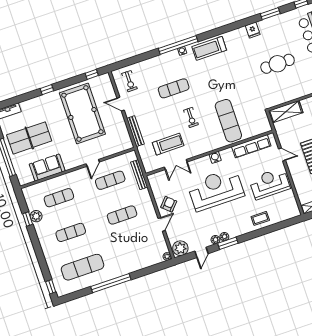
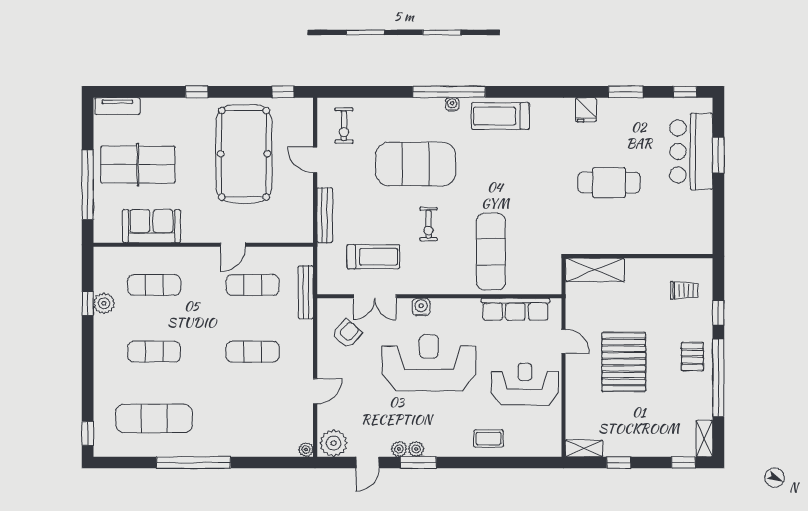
exercise mat: (174, 88) -> (416, 164), width x2.00, depth x1.45
water cooler: (215, 157) -> (421, 307), moved
armchair: (169, 204) -> (347, 334), moved

